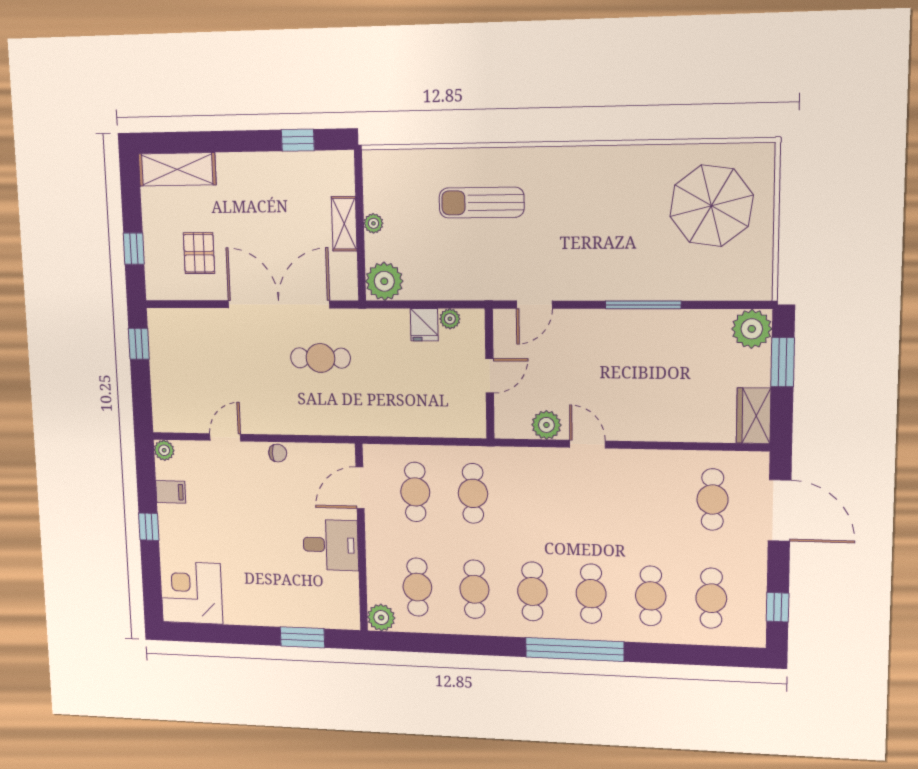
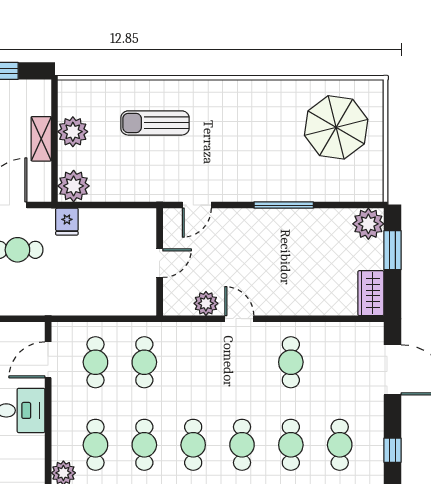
plant: (373, 223) -> (73, 132), width x1.87, depth x1.87
plant: (450, 319) -> (128, 217), removed
fridge: (424, 325) -> (67, 222), moved
cafe table: (712, 500) -> (291, 362), moved

